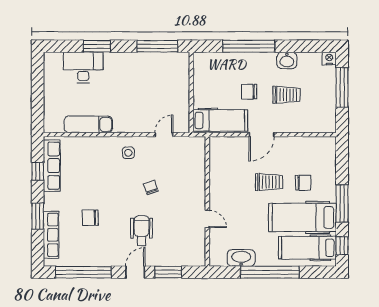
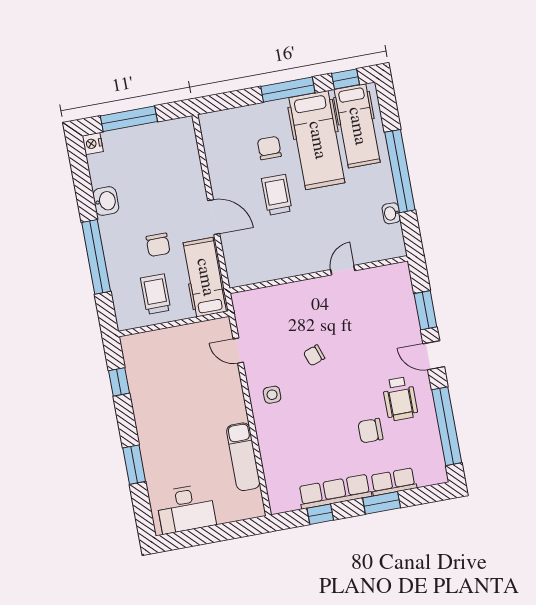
window: (157, 46) -> (119, 382), width x0.46
desk: (83, 67) -> (186, 509), moved, turned -90
trolley: (286, 95) -> (156, 294), moved
row of seats: (52, 166) -> (335, 492), moved
chair: (90, 218) -> (370, 431), turned 90
wheelchair: (142, 231) -> (400, 399), moved, turned -90
row of seats: (51, 235) -> (393, 482), width x0.68
washbasin: (241, 258) -> (391, 213), width x0.52, depth x0.69

